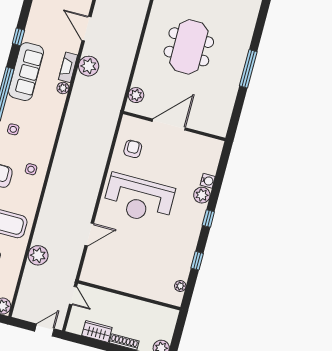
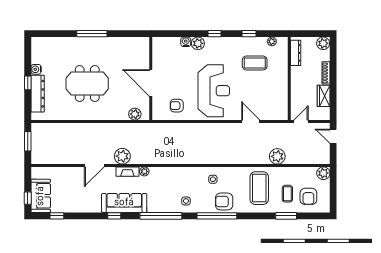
sofa: (26, 72) -> (124, 203), moved
coffee table: (159, 258) -> (255, 63), added
dresser: (159, 311) -> (296, 53), added

